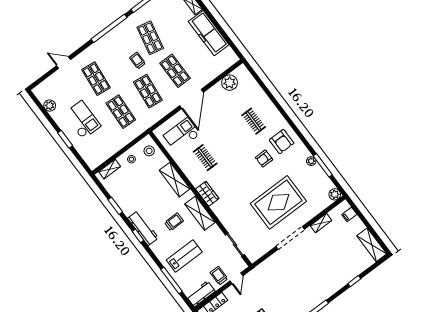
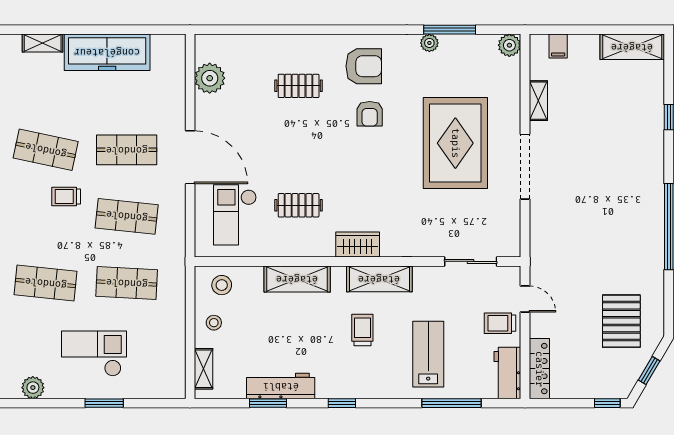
workbench: (143, 228) -> (281, 386), moved

